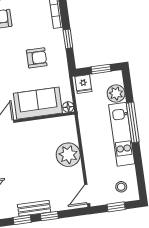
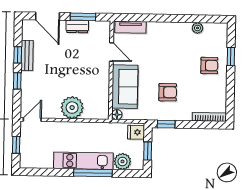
window: (68, 39) -> (166, 124), moved
armchair: (37, 58) -> (168, 92), turned -90
stool: (121, 187) -> (34, 153), removed
door: (87, 194) -> (32, 120), hinge flipped
bench: (34, 208) -> (27, 55), moved

